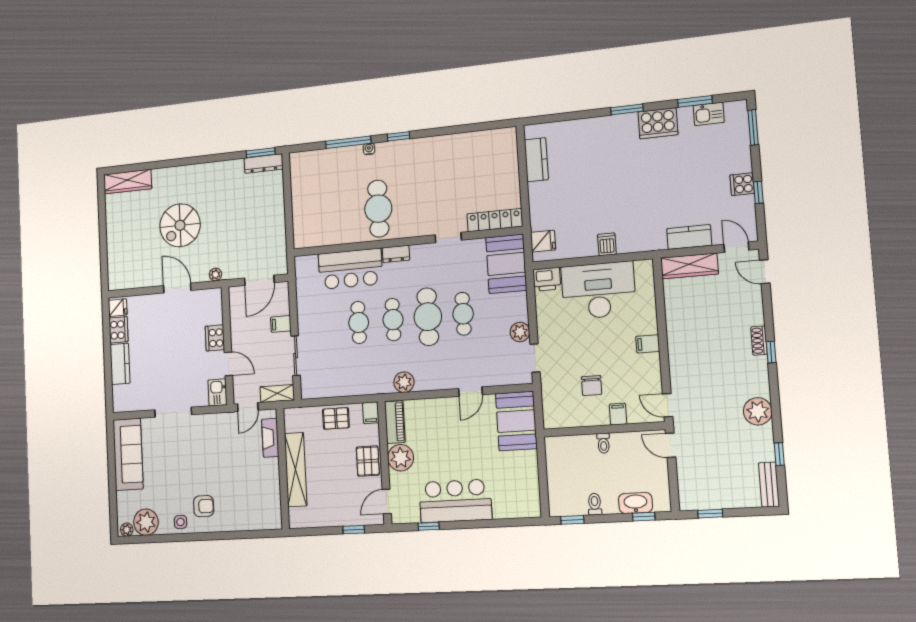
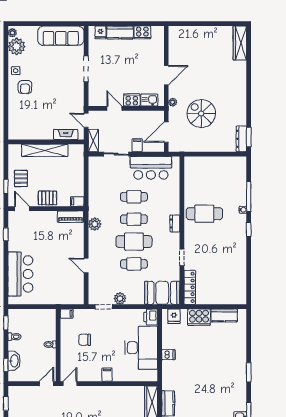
cooker: (658, 123) -> (199, 317), moved, turned -90
spiral stairs: (180, 225) -> (201, 114), moved
bar counter: (350, 269) -> (151, 168), moved, turned -90
door: (259, 280) -> (166, 132), hinge flipped
fridge: (118, 308) -> (100, 32), moved
door: (228, 364) -> (114, 108), swing flipped
kitchen sink: (217, 392) -> (149, 100), moved
filing cabinet: (618, 414) -> (67, 314), moved
pallet: (336, 418) -> (21, 178), moved
booth: (516, 421) -> (66, 293), removed
plant: (401, 458) -> (48, 219), removed
bar counter: (455, 501) -> (20, 274), moved

